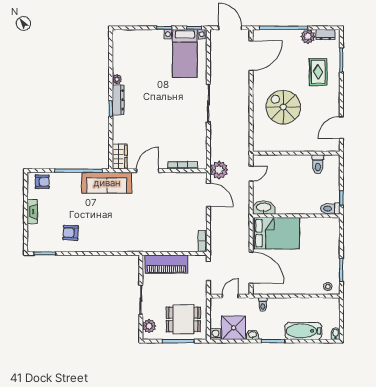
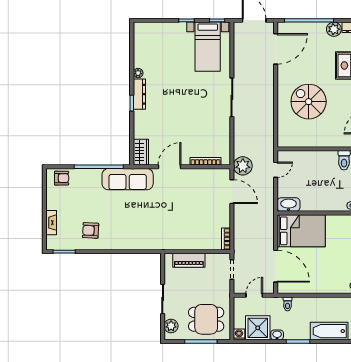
fireplace: (32, 212) -> (51, 223), moved
piano: (166, 264) -> (189, 260), width x0.73, depth x0.75

